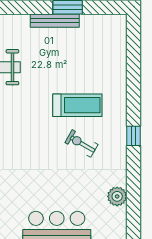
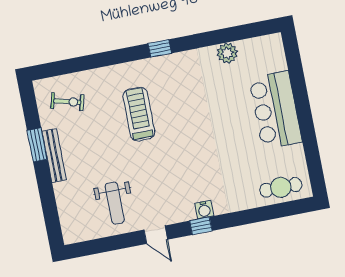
exercise bike: (81, 143) -> (67, 102), moved, turned -105

